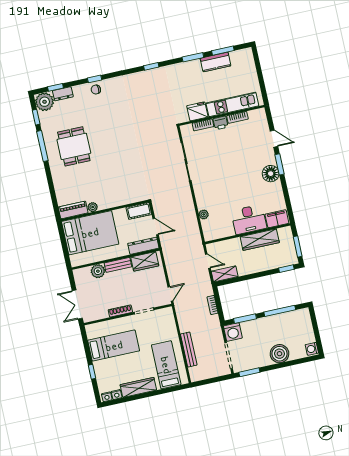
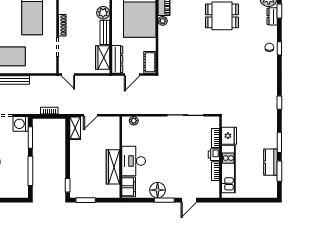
desk: (249, 219) -> (134, 161), moved
filing cabinet: (277, 219) -> (129, 187), moved
wall: (248, 234) -> (121, 157), moved
wardrobe: (260, 240) -> (113, 167), moved

